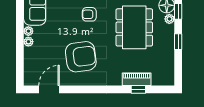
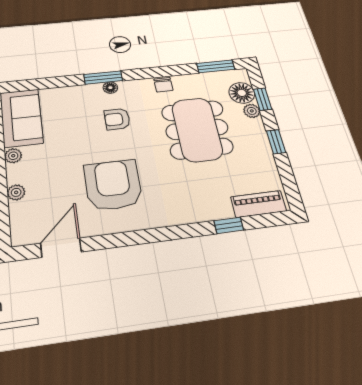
plant: (28, 42) -> (16, 192), moved
armchair: (81, 57) -> (113, 185), turned -82
piano: (137, 79) -> (258, 204), moved

